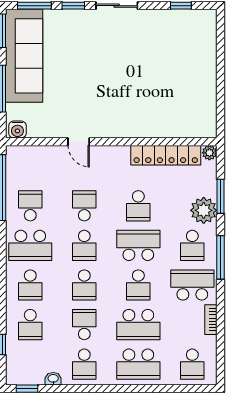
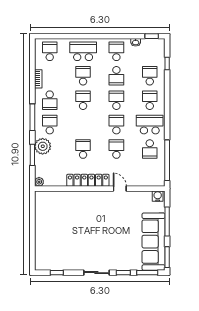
locker: (166, 155) -> (88, 180), moved
school desk: (84, 206) -> (116, 149), turned 180
school desk: (138, 245) -> (83, 125), removed
school desk: (192, 285) -> (50, 100), width x0.54
school desk: (138, 325) -> (83, 76), width x0.54

